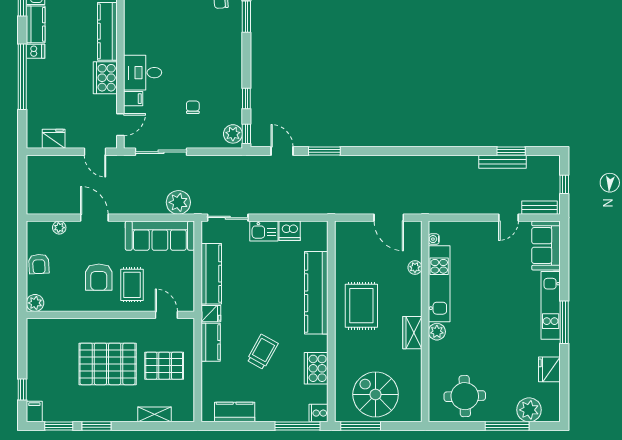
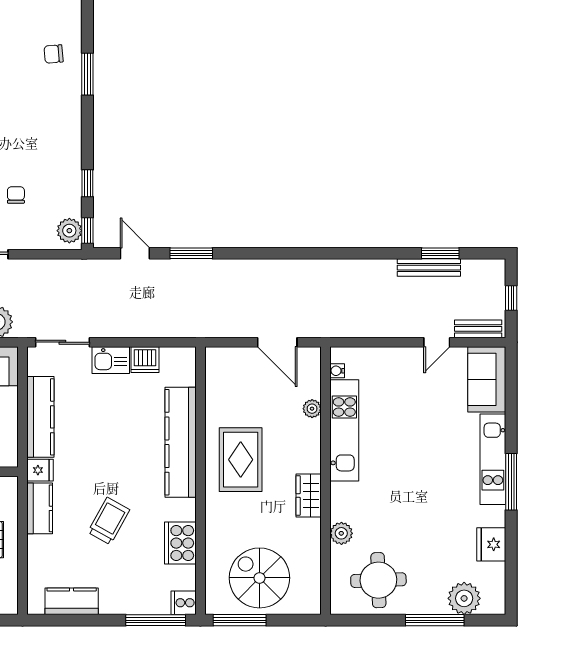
plant: (437, 332) -> (341, 533), moved

